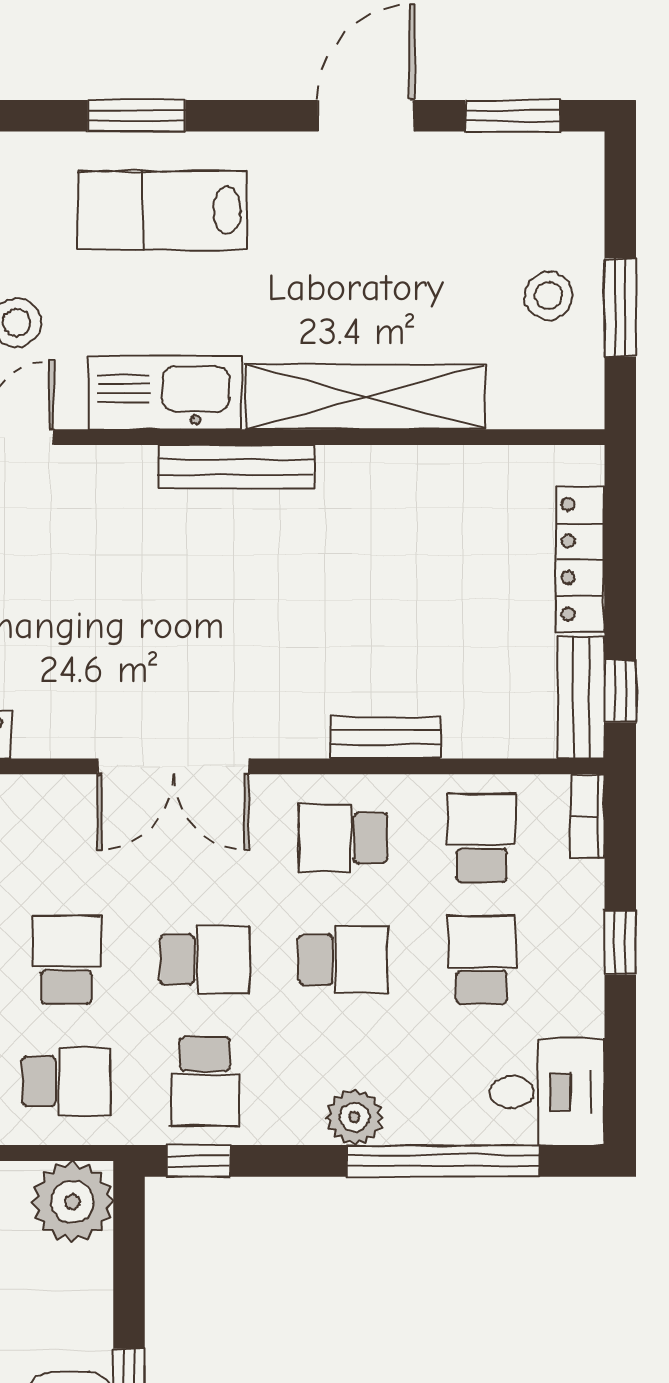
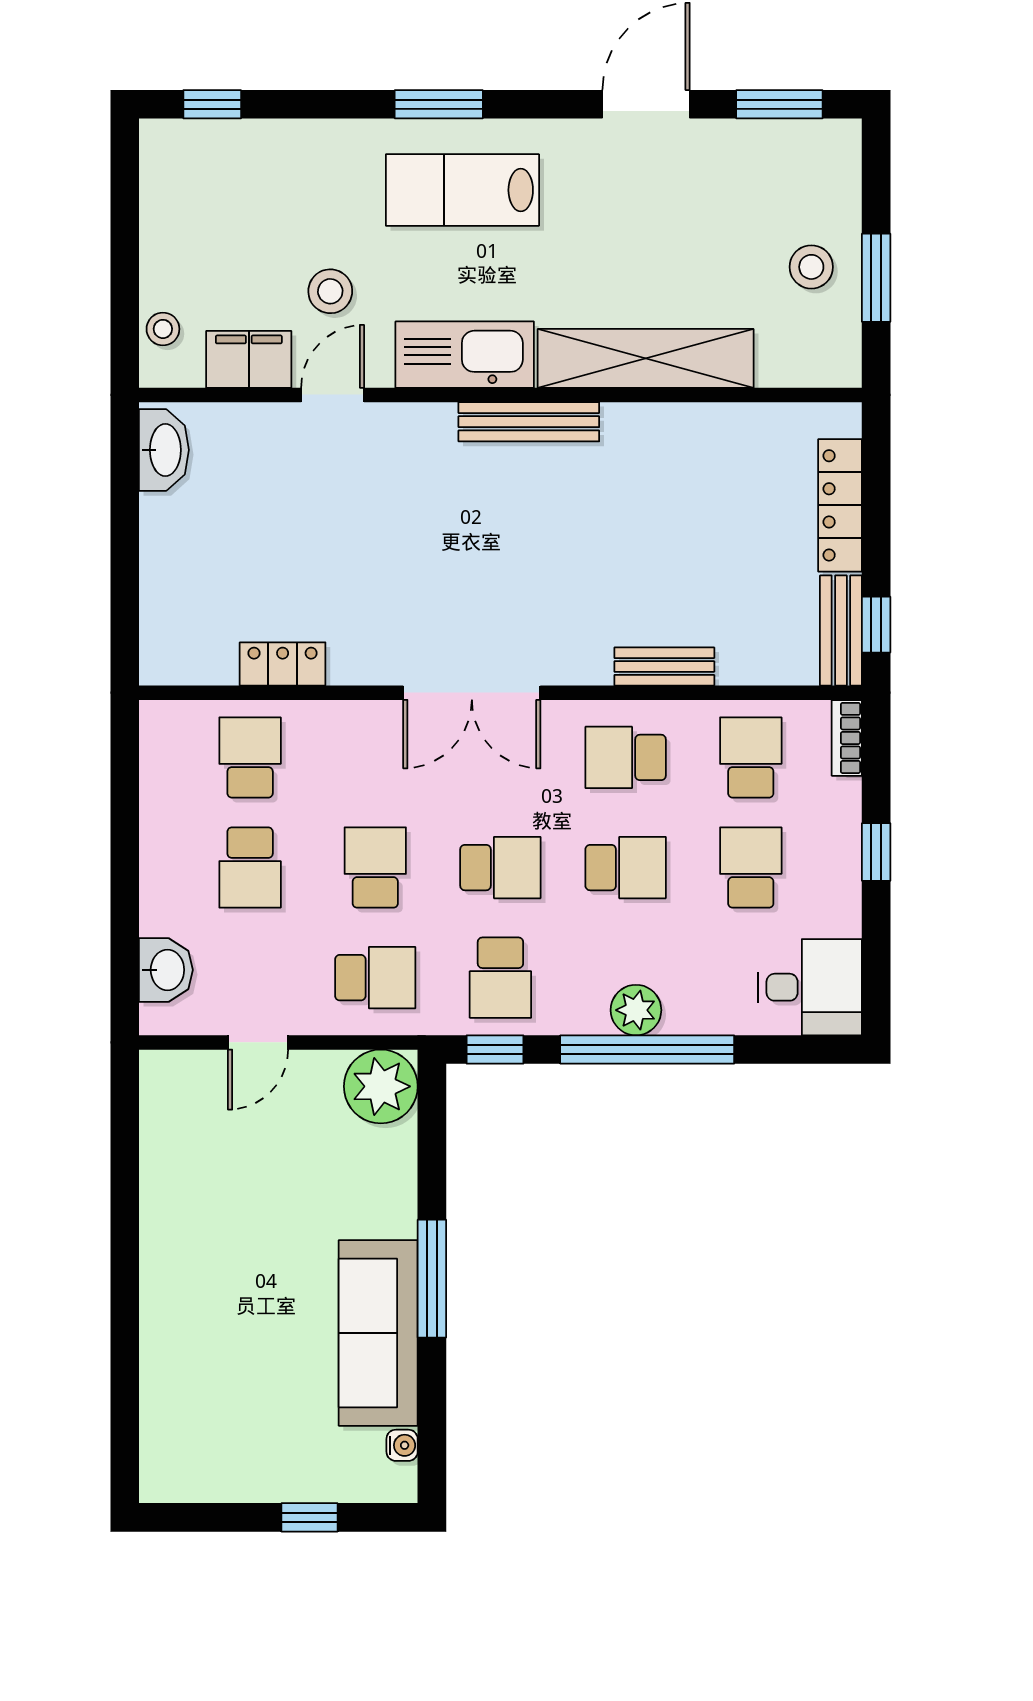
window: (443, 1161) -> (647, 1050), moved

